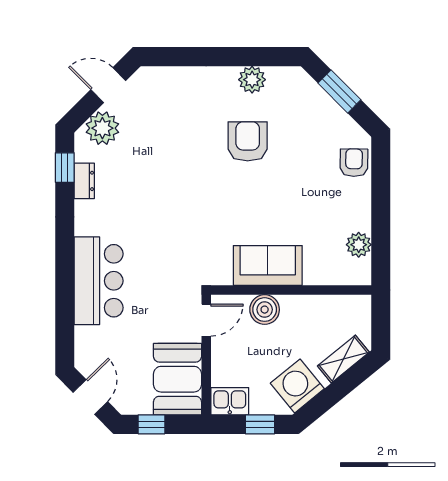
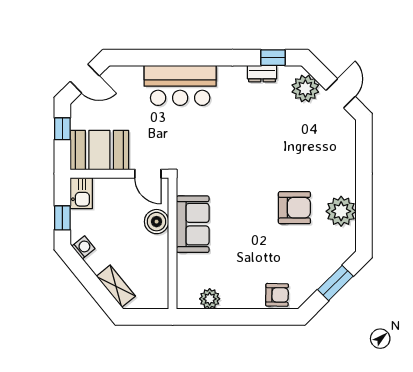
plant: (252, 80) -> (341, 211), width x1.36, depth x1.36
washing machine: (297, 386) -> (83, 247), width x0.53, depth x0.53

